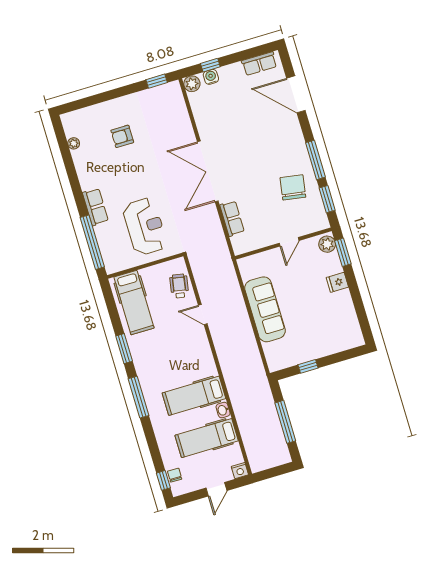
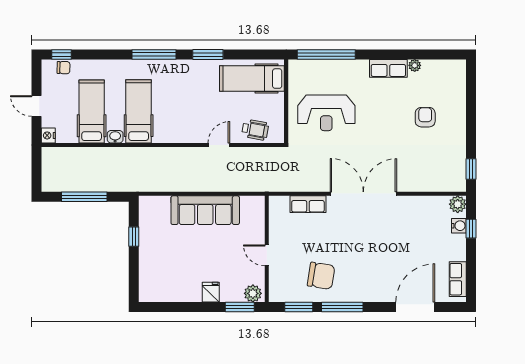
plant: (74, 143) -> (415, 65), moved
row of seats: (95, 207) -> (388, 68), moved

